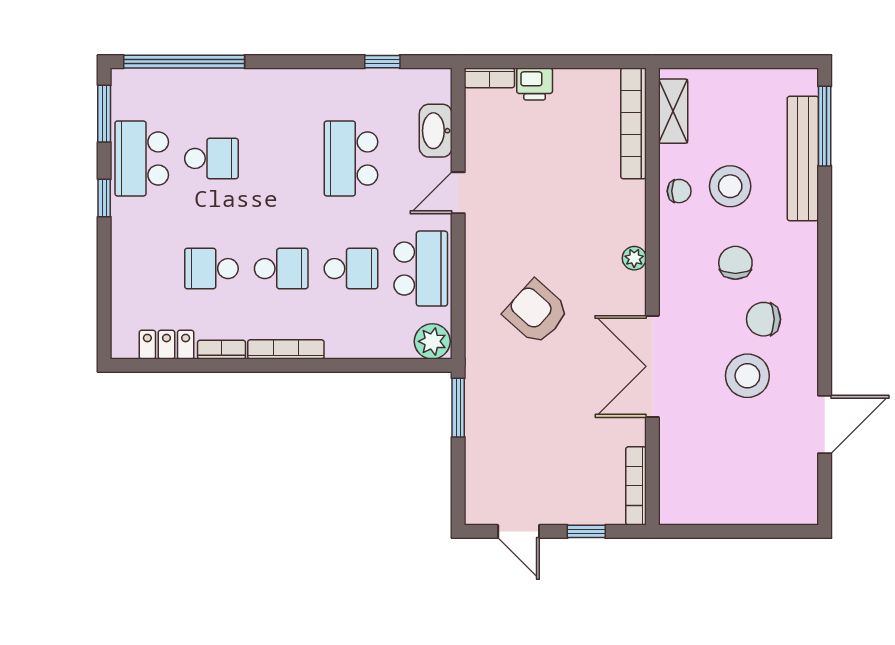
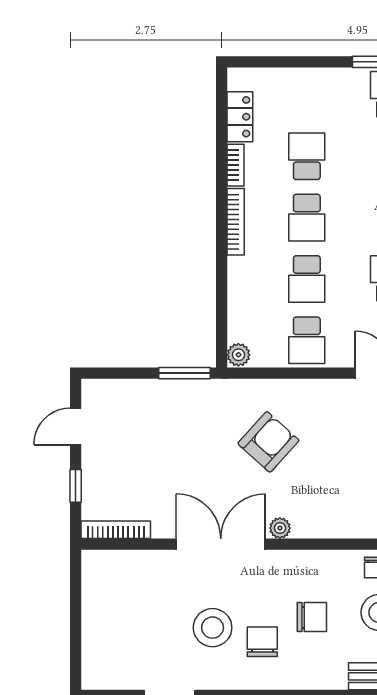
plant: (634, 258) -> (280, 528), moved
school desk: (421, 269) -> (307, 340), width x0.54
plant: (432, 341) -> (238, 355), width x0.73, depth x0.73

